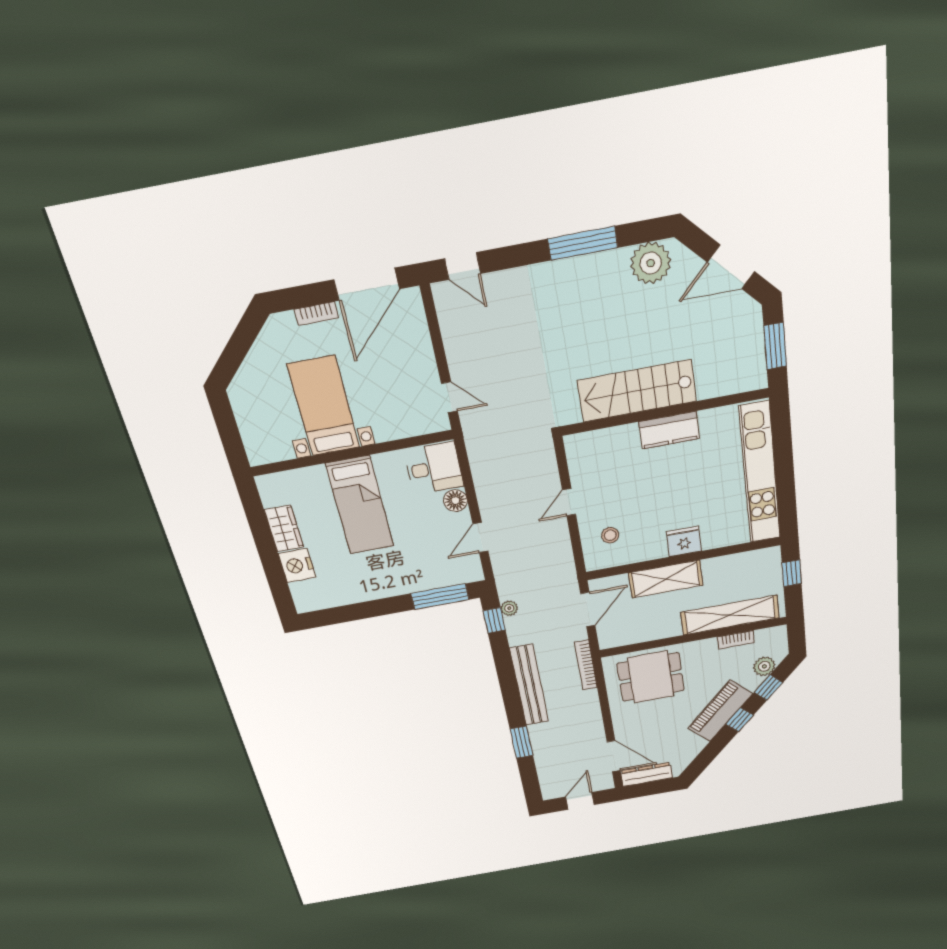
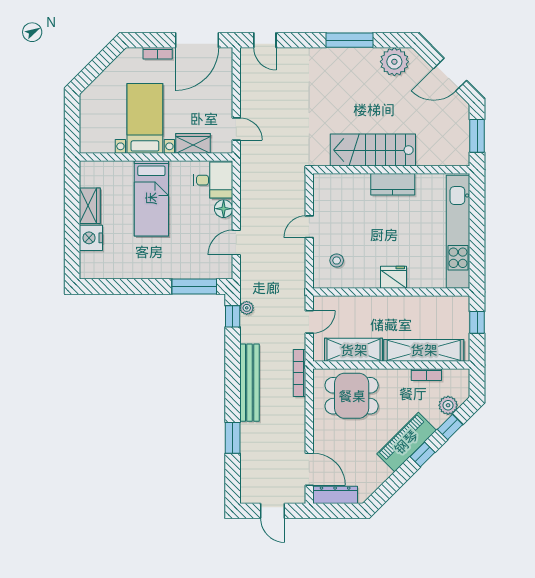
wardrobe: (396, 427) -> (193, 143), added
shelving: (666, 579) -> (354, 350), moved
door: (588, 609) -> (309, 322), width x0.73
door: (580, 801) -> (273, 511), swing flipped

